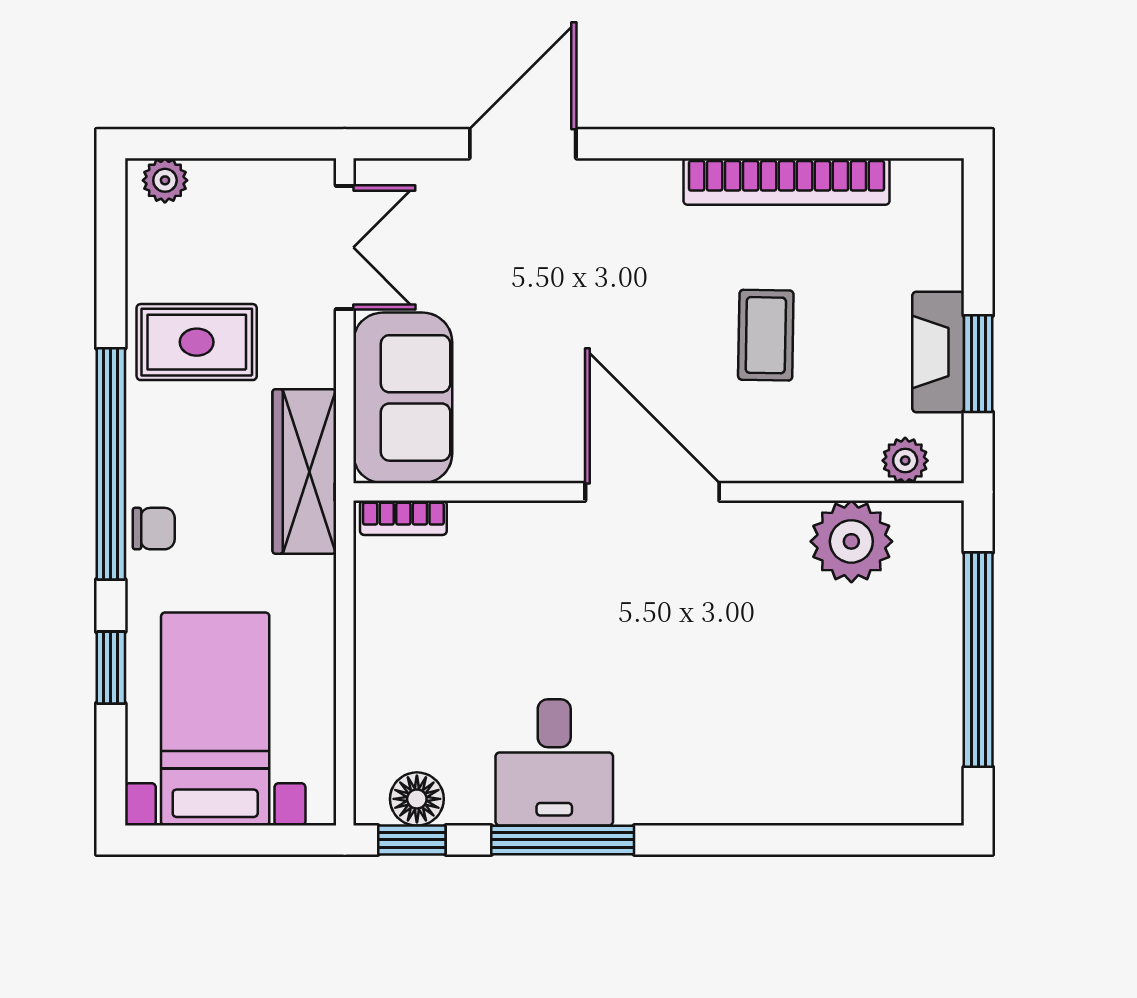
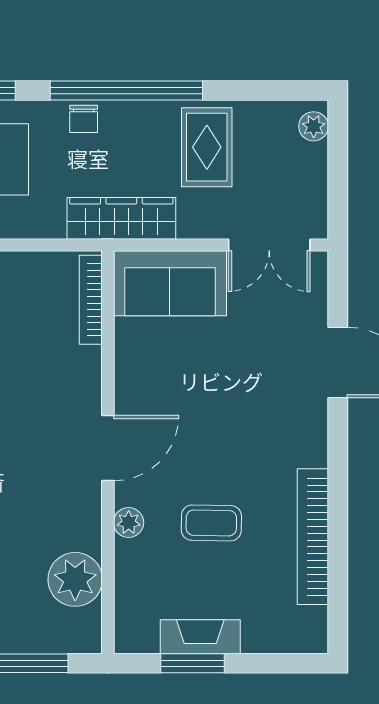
plant: (905, 461) -> (129, 522), moved
door: (652, 492) -> (108, 448), width x0.73
bookcase: (403, 518) -> (91, 300), width x1.56

